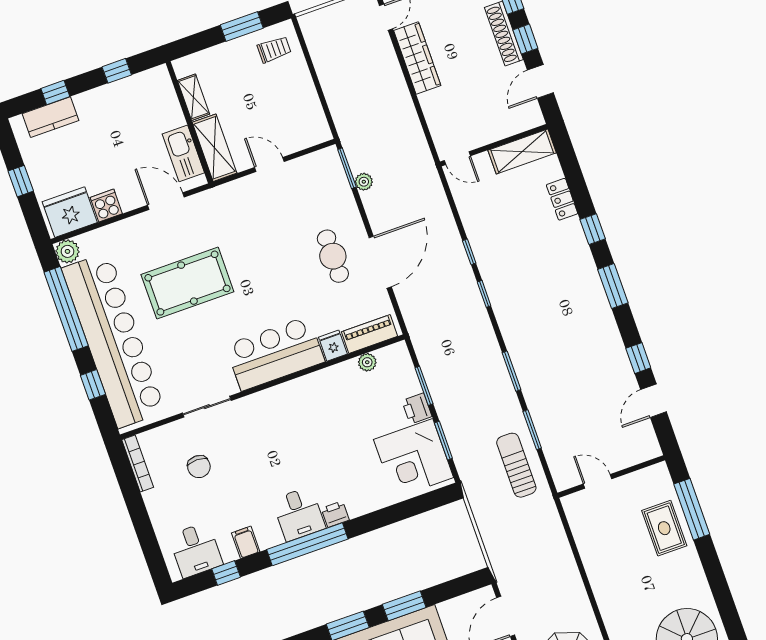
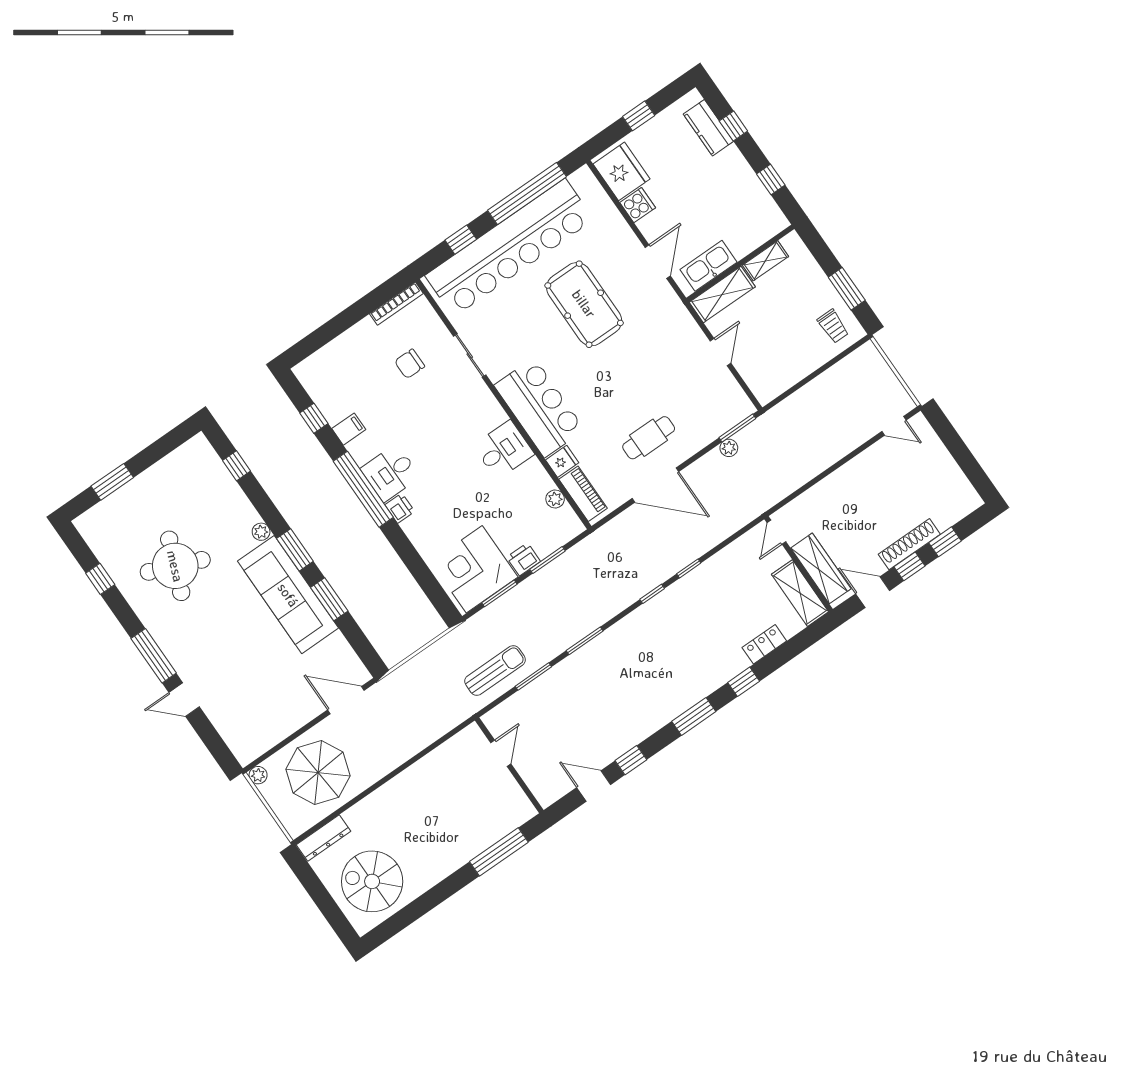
wardrobe: (417, 58) -> (821, 568), moved, turned -90
plant: (67, 251) -> (583, 180), removed
rug: (664, 528) -> (473, 830), removed
desk: (196, 550) -> (504, 450), moved, turned 180

